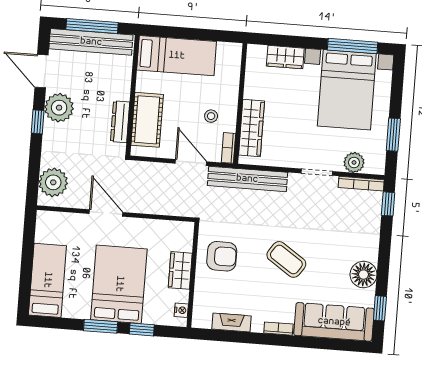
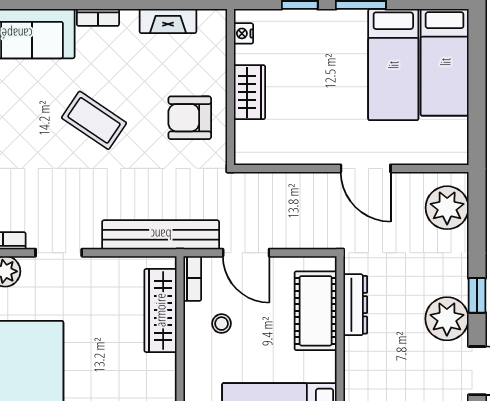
bed: (119, 284) -> (393, 65), moved, width x0.67

